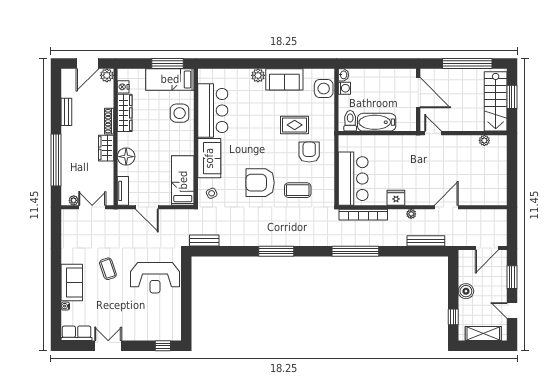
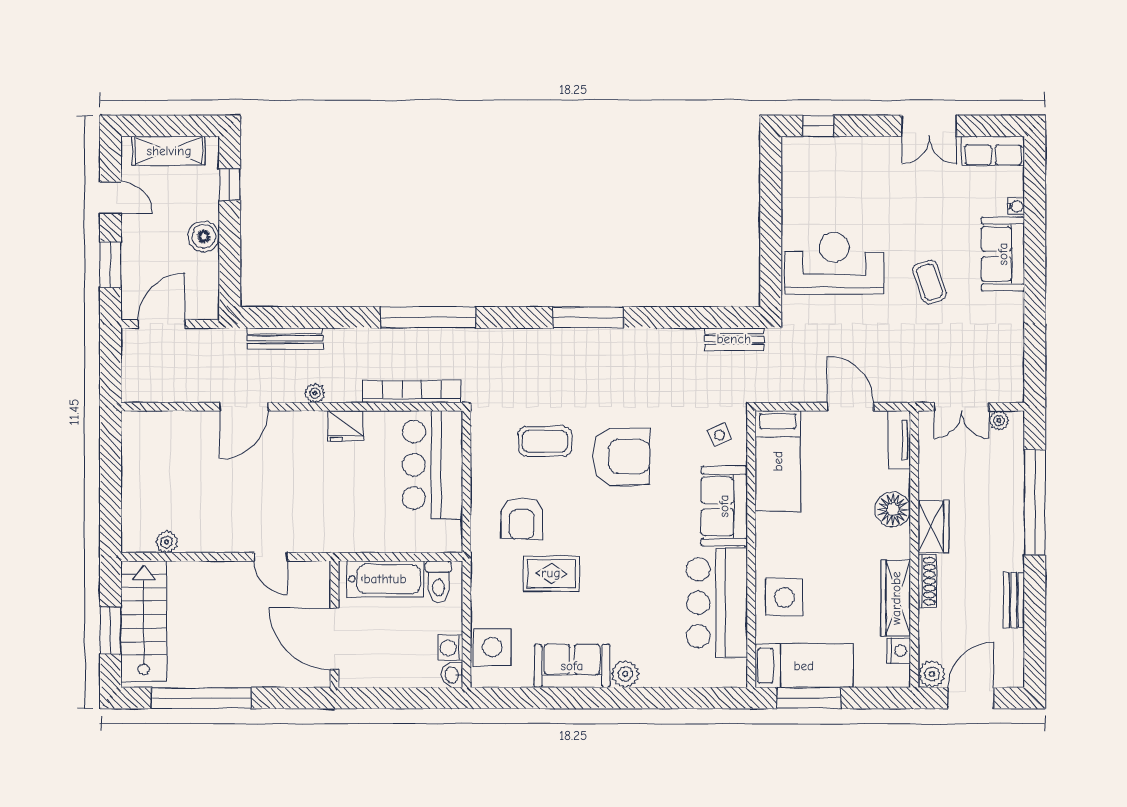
door: (418, 93) -> (335, 639), moved
wall: (418, 100) -> (335, 624), moved

